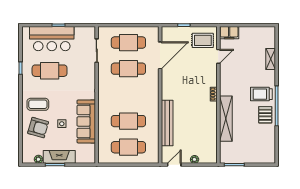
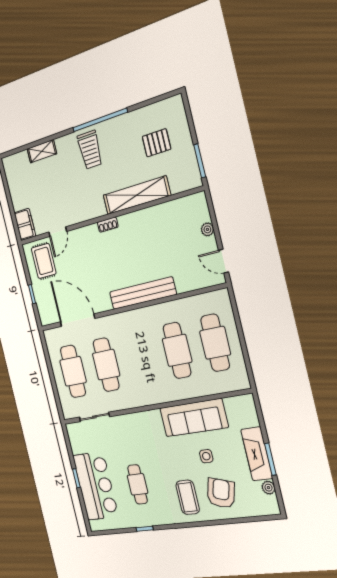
door: (218, 56) -> (58, 232), swing flipped
cafe table: (50, 71) -> (138, 484), width x0.73, depth x0.74
pallet: (265, 115) -> (157, 143), moved
bench: (167, 123) -> (143, 293), moved

